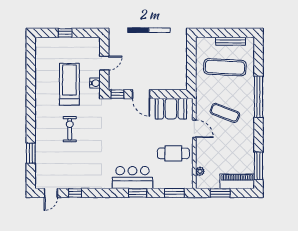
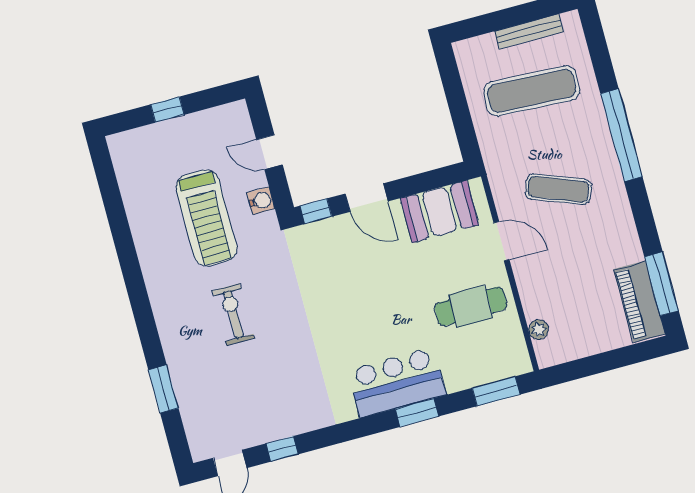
door: (104, 63) -> (269, 152), swing flipped
treadmill: (69, 84) -> (206, 218), turned 180
piano: (237, 181) -> (639, 302), moved, turned -90
window: (220, 193) -> (595, 365), removed

